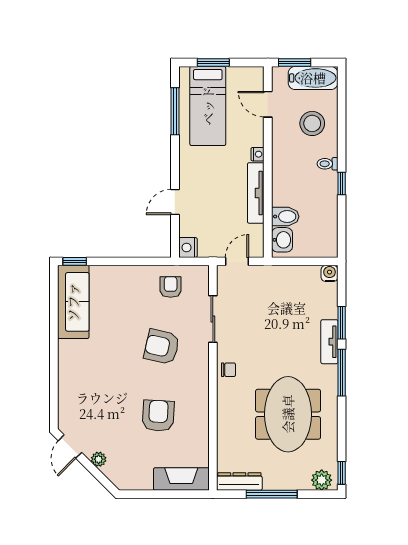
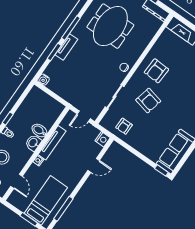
bidet: (285, 217) -> (39, 131), moved
washbasin: (282, 240) -> (33, 143), moved
armchair: (158, 416) -> (156, 71), moved

